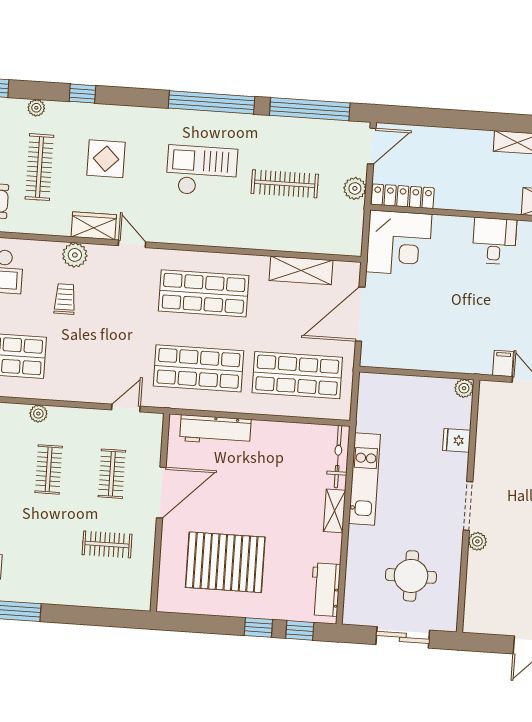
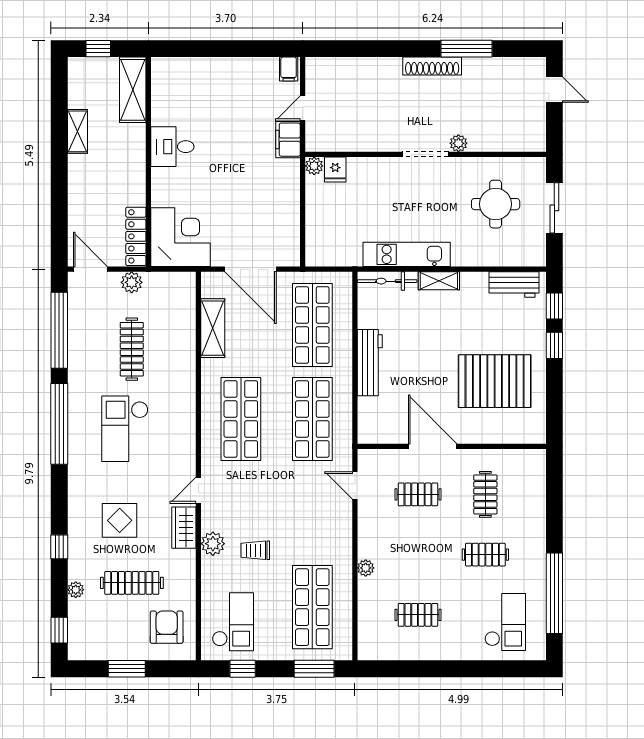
filing cabinet: (503, 363) -> (288, 140), width x2.00
workbench: (215, 430) -> (370, 363), moved
fridge: (457, 440) -> (335, 170), moved
clothes rail: (49, 469) -> (485, 555), moved
pallet: (225, 562) -> (495, 381), turned 90

